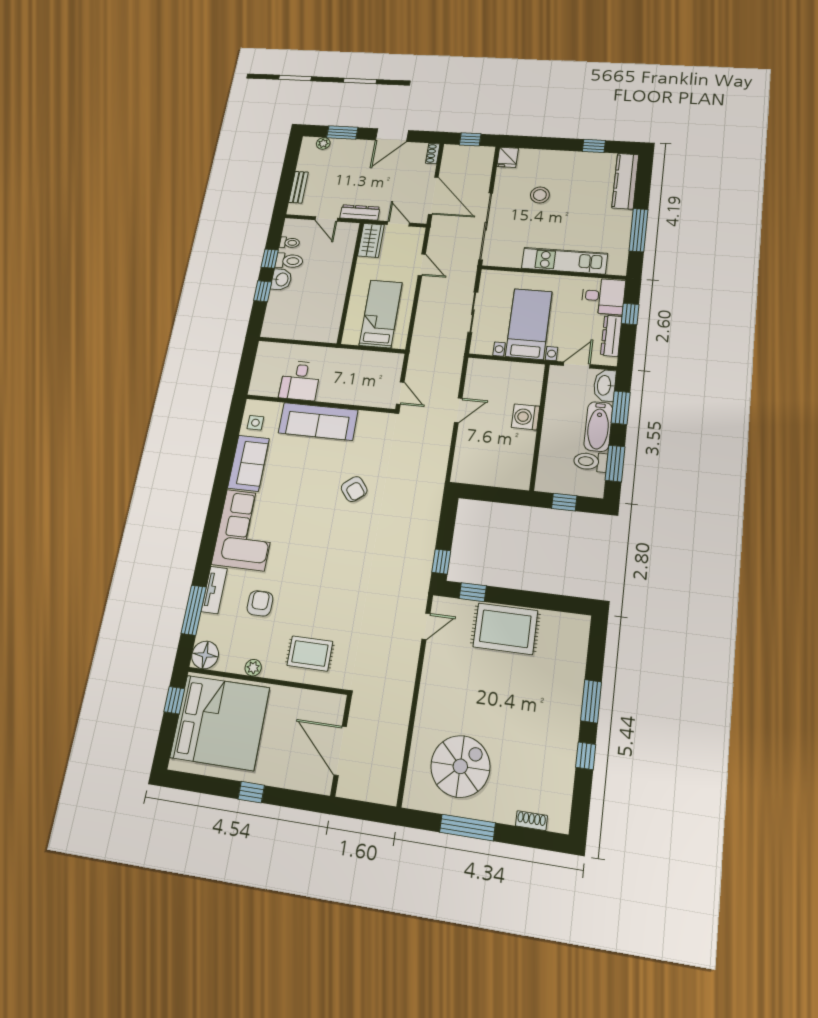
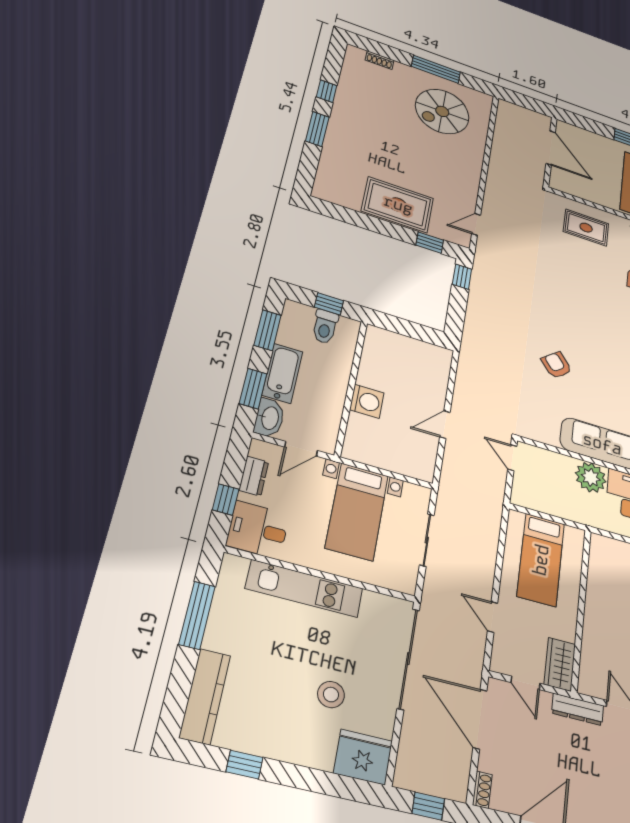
fridge: (508, 157) -> (363, 757), width x1.88, depth x1.34
dresser: (611, 336) -> (254, 476), width x0.70
plant: (332, 390) -> (591, 477), added
toilet: (590, 462) -> (325, 327), moved, turned 90

